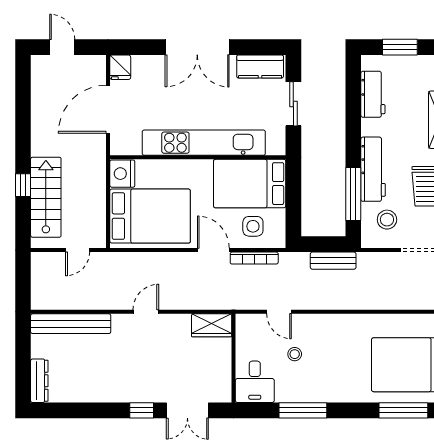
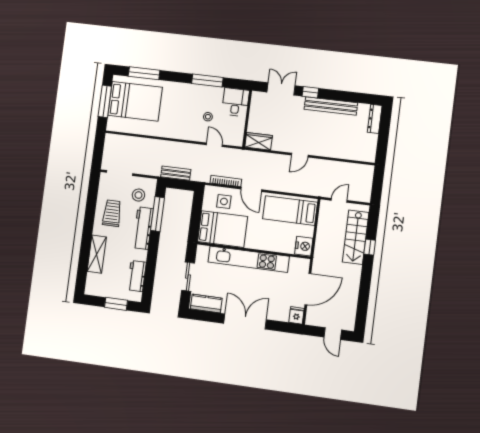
bed: (150, 216) -> (290, 211), width x0.67
bench: (71, 324) -> (331, 106), moved

